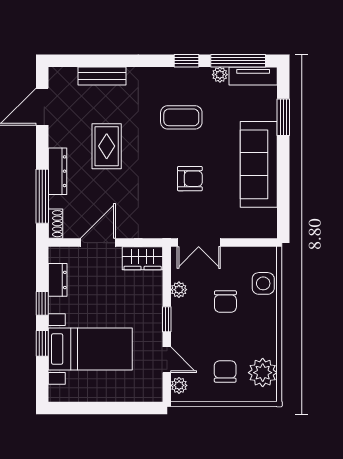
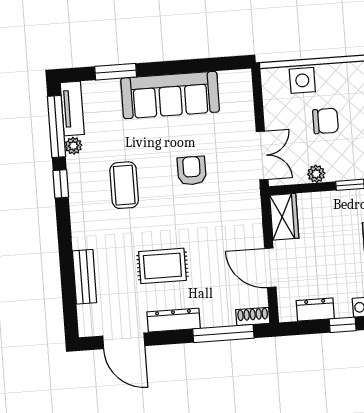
dresser: (57, 171) -> (174, 320), moved

